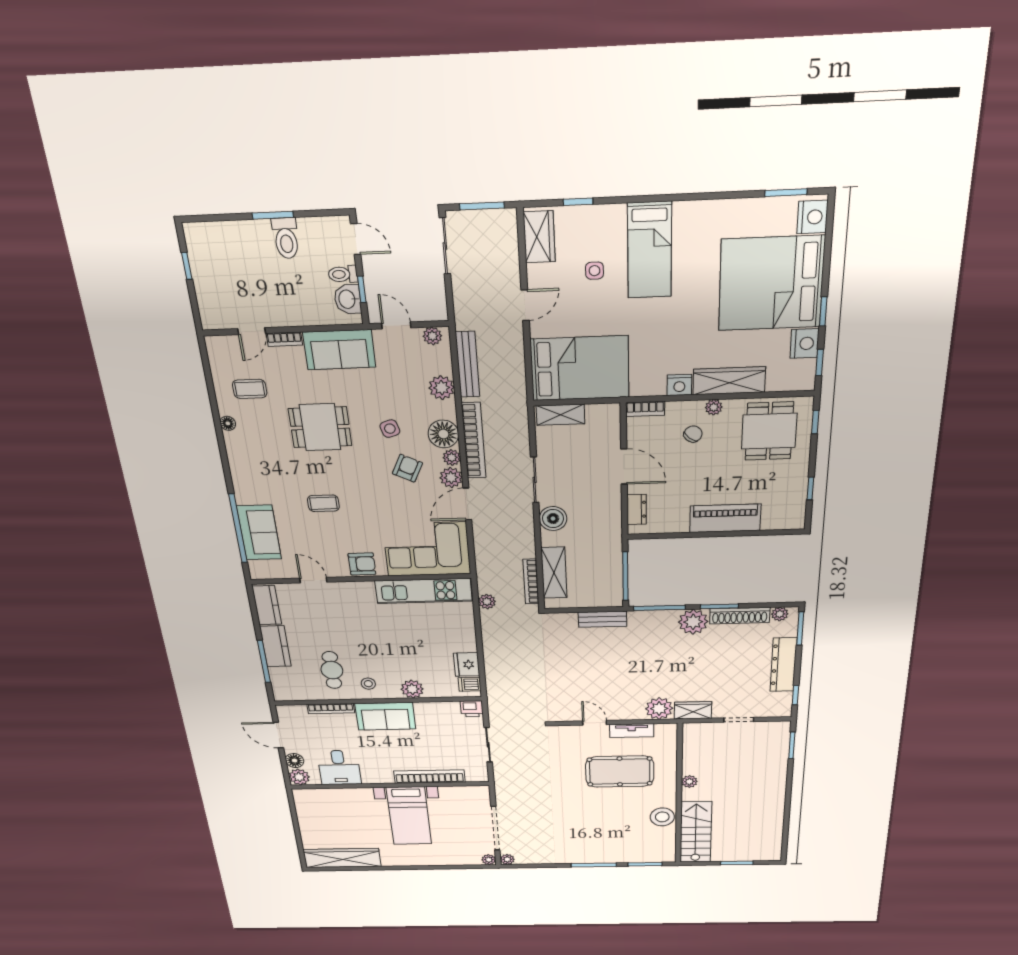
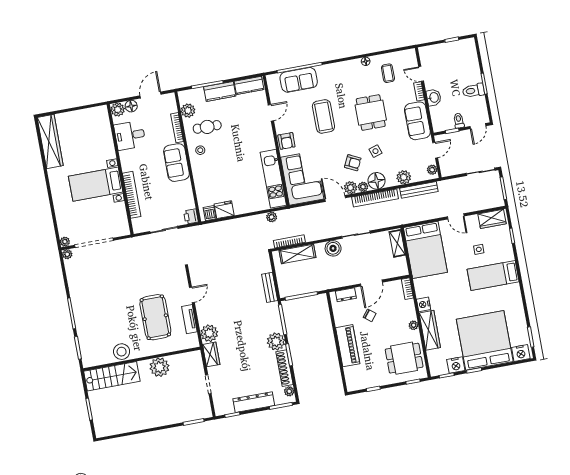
washbasin: (348, 299) -> (434, 98), moved, turned 90
chair: (693, 434) -> (370, 315), moved
coffee table: (323, 503) -> (323, 116), width x1.86, depth x1.72
plant: (412, 689) -> (188, 111), moved
plant: (689, 782) -> (159, 367), width x1.88, depth x1.88

